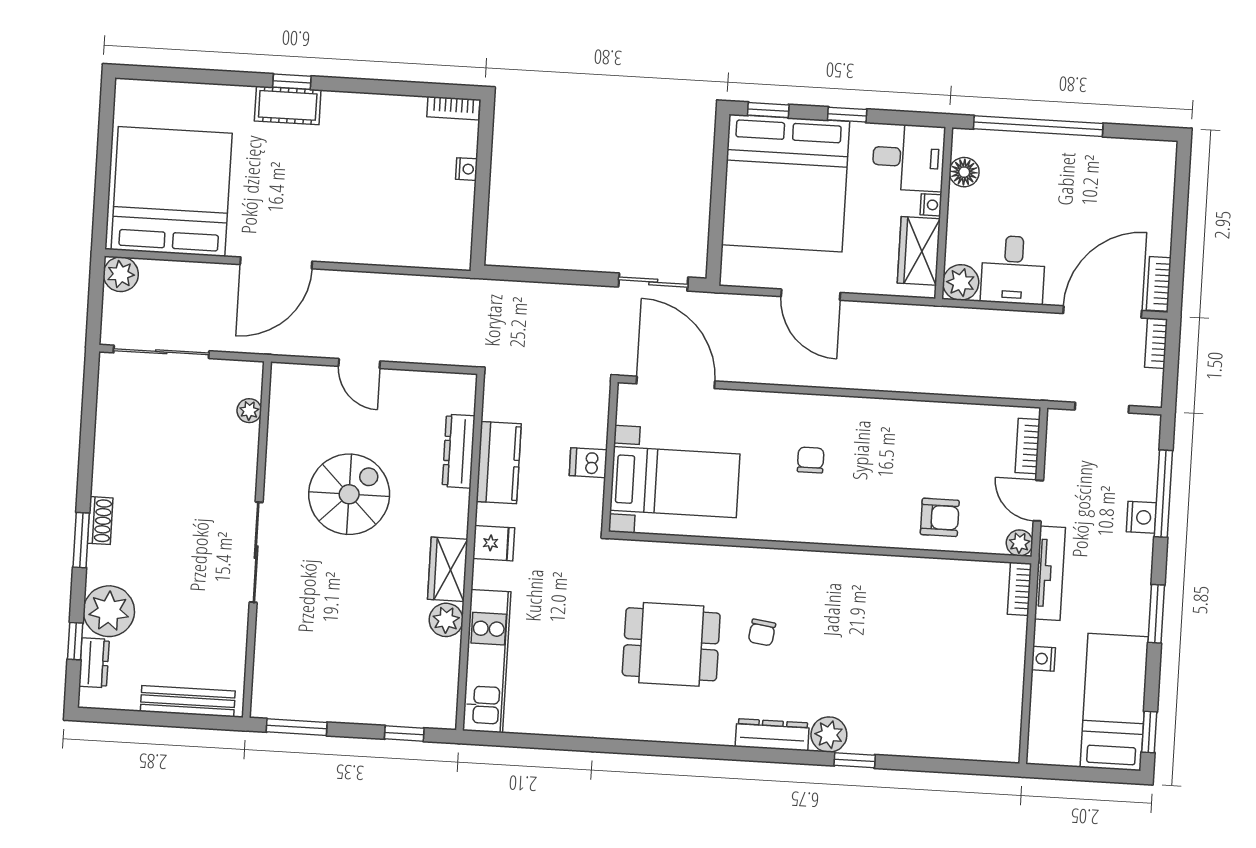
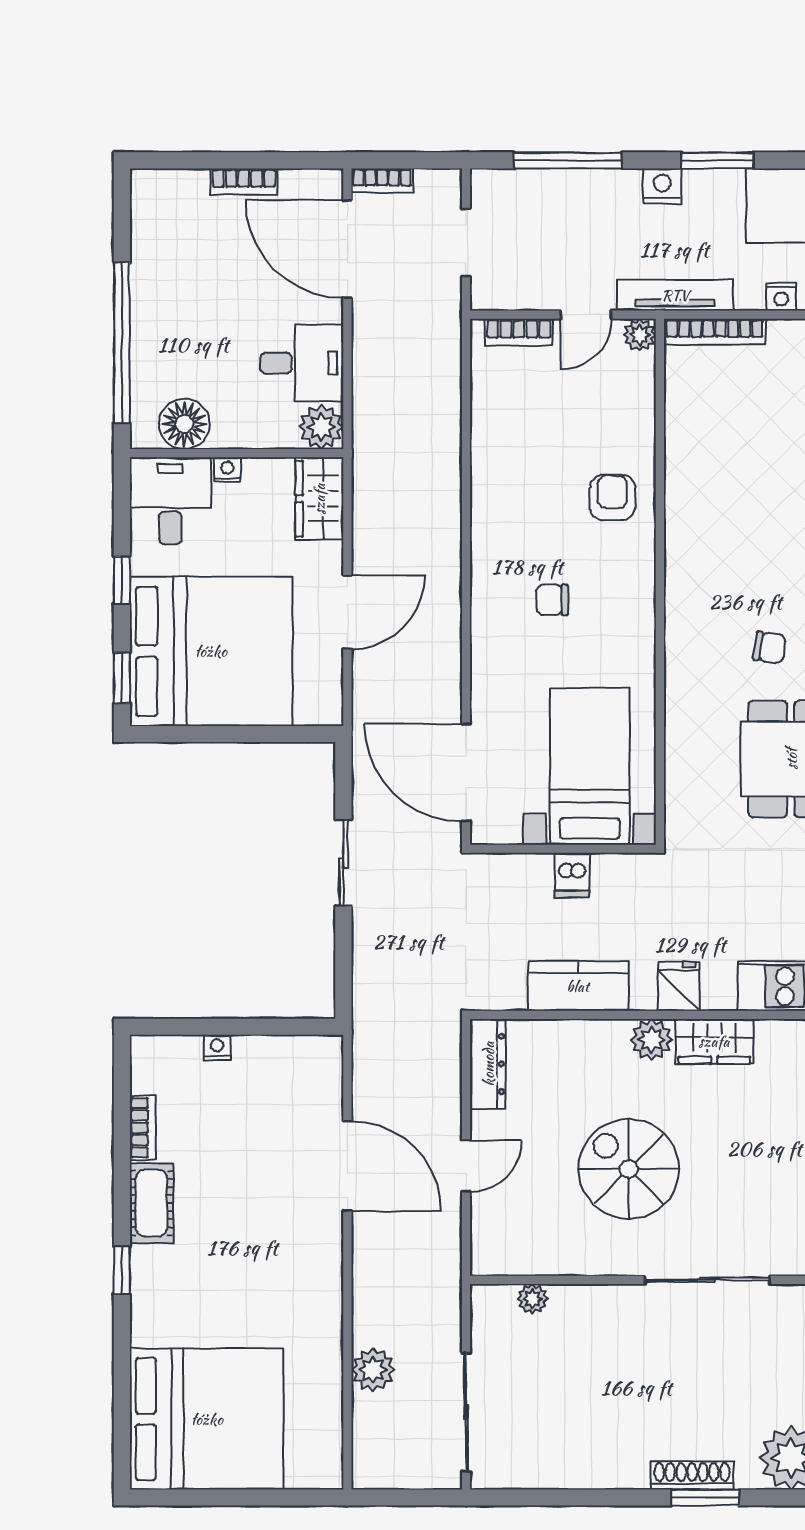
cot: (288, 105) -> (152, 1203), moved
bookcase: (453, 108) -> (143, 1128), moved
floor lamp: (964, 172) -> (184, 424), width x1.38, depth x1.38
bed: (172, 191) -> (207, 1419), moved, turned 180
wardrobe: (919, 251) -> (319, 499), moved, turned 90
door: (276, 263) -> (347, 1166), moved
plant: (121, 274) -> (373, 1370), moved
sliding door: (653, 282) -> (343, 863), moved
bookcase: (1159, 284) -> (244, 182), moved
door: (676, 382) -> (466, 773), hinge flipped
dresser: (459, 451) -> (488, 1064), moved, turned -90
armchair: (940, 517) -> (612, 498), moved
nightstand: (1141, 517) -> (662, 186), moved
shoe rack: (100, 521) -> (692, 1475), width x1.43
bookcase: (1019, 589) -> (715, 332), width x1.56
plant: (446, 620) -> (652, 1040), moved

